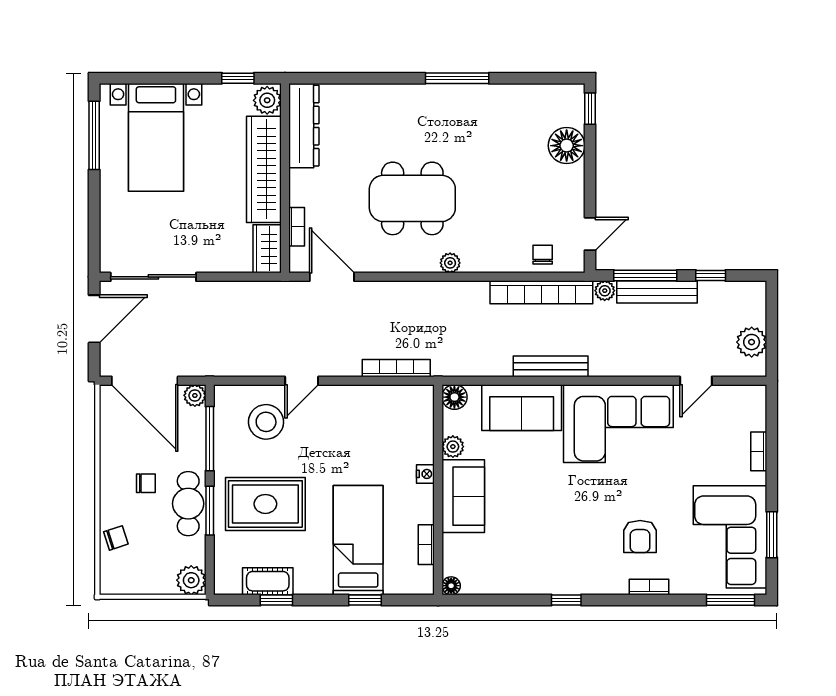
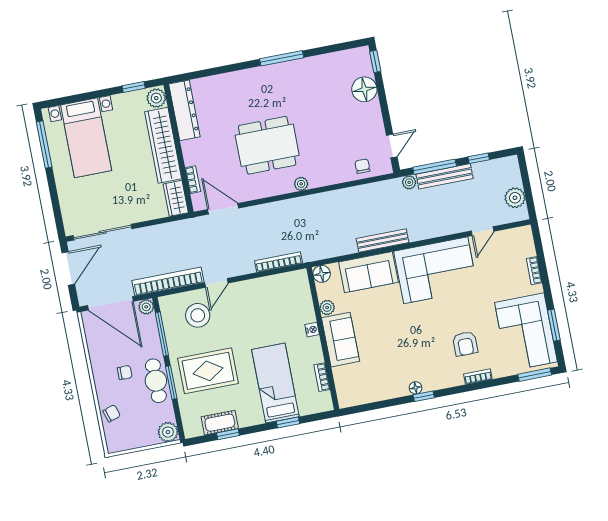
bookcase: (541, 292) -> (168, 281), moved, turned 180
floor lamp: (451, 586) -> (415, 388), moved

